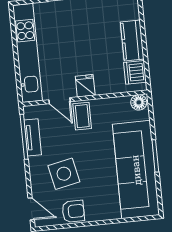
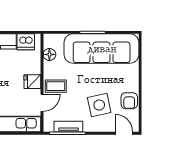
floor lamp: (139, 102) -> (49, 54), moved
door: (31, 209) -> (124, 133), hinge flipped
armchair: (73, 211) -> (129, 101), turned 180

